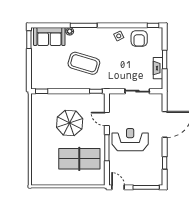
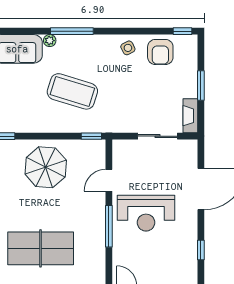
fireplace: (158, 68) -> (190, 116), moved
door: (107, 119) -> (109, 180), hinge flipped
parasol: (70, 123) -> (46, 167), moved
reception desk: (130, 140) -> (146, 213), turned 180
table tennis table: (79, 159) -> (41, 248), moved

